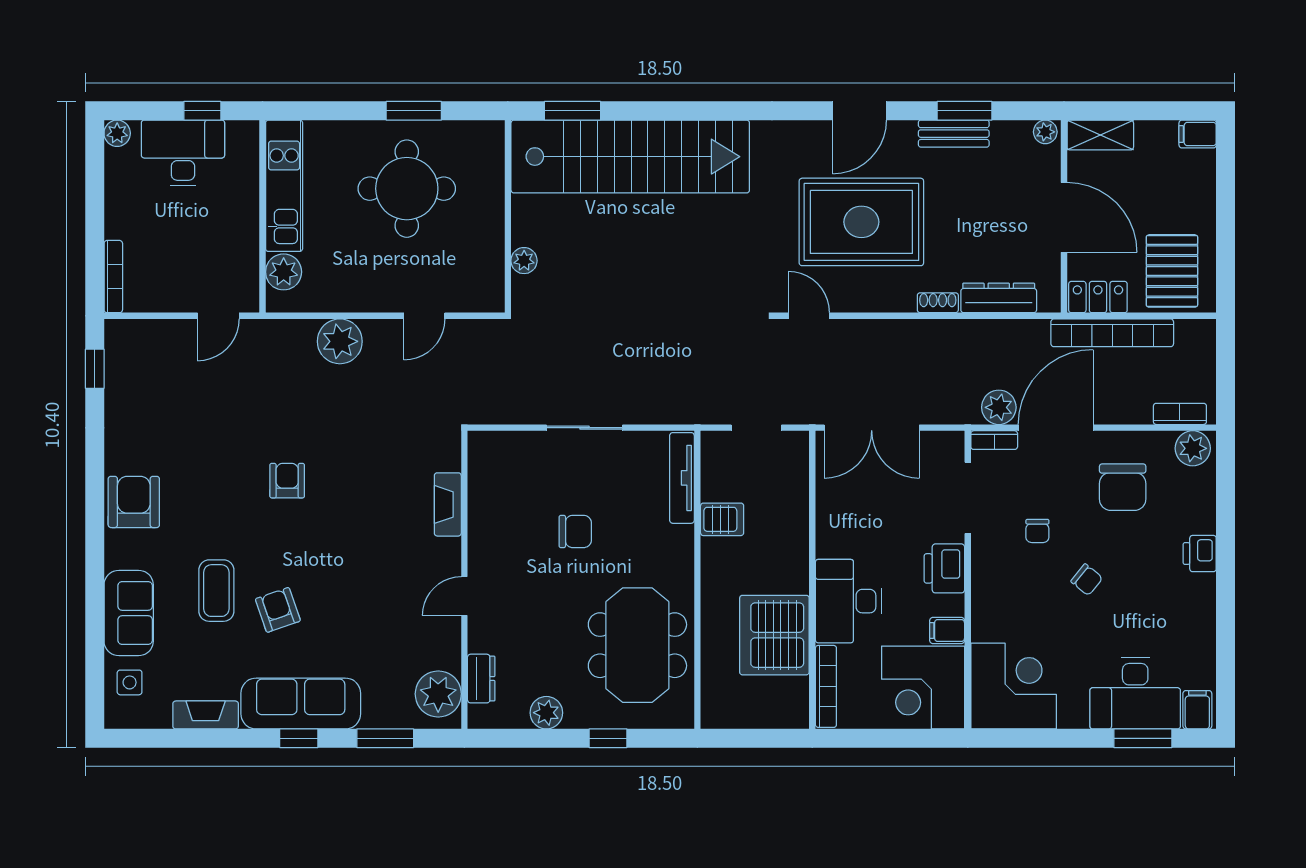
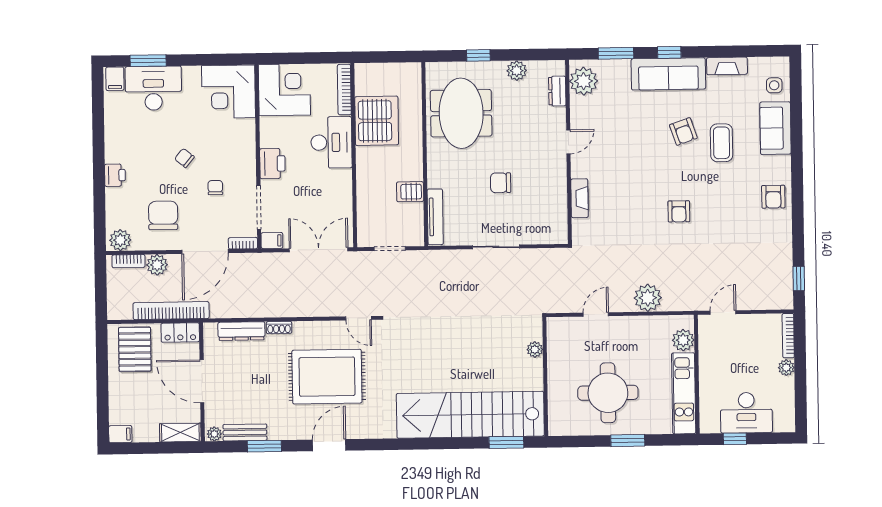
window: (414, 111) -> (628, 441), moved
plant: (117, 133) -> (786, 368), moved
bench: (954, 134) -> (245, 432), moved
plant: (999, 407) -> (157, 265), moved
armchair: (134, 502) -> (773, 197), width x0.72, depth x0.72
filing cabinet: (947, 630) -> (272, 240), moved

